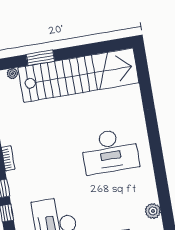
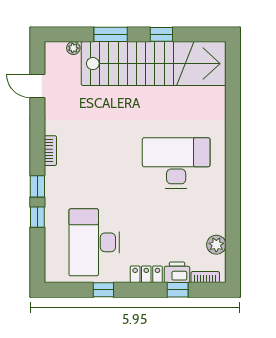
window: (81, 51) -> (161, 34), added
desk: (110, 151) -> (176, 163), turned 180

